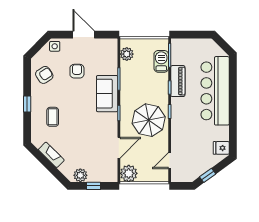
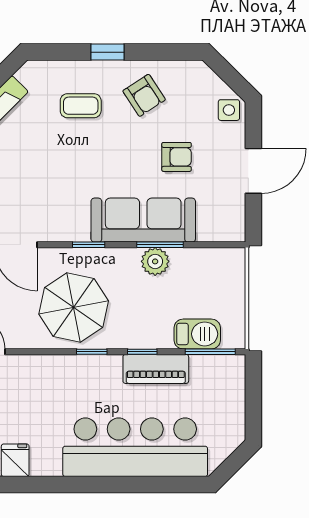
plant: (127, 54) -> (155, 261), moved
armchair: (44, 75) -> (144, 95), moved
sofa: (107, 94) -> (143, 220), width x1.36

